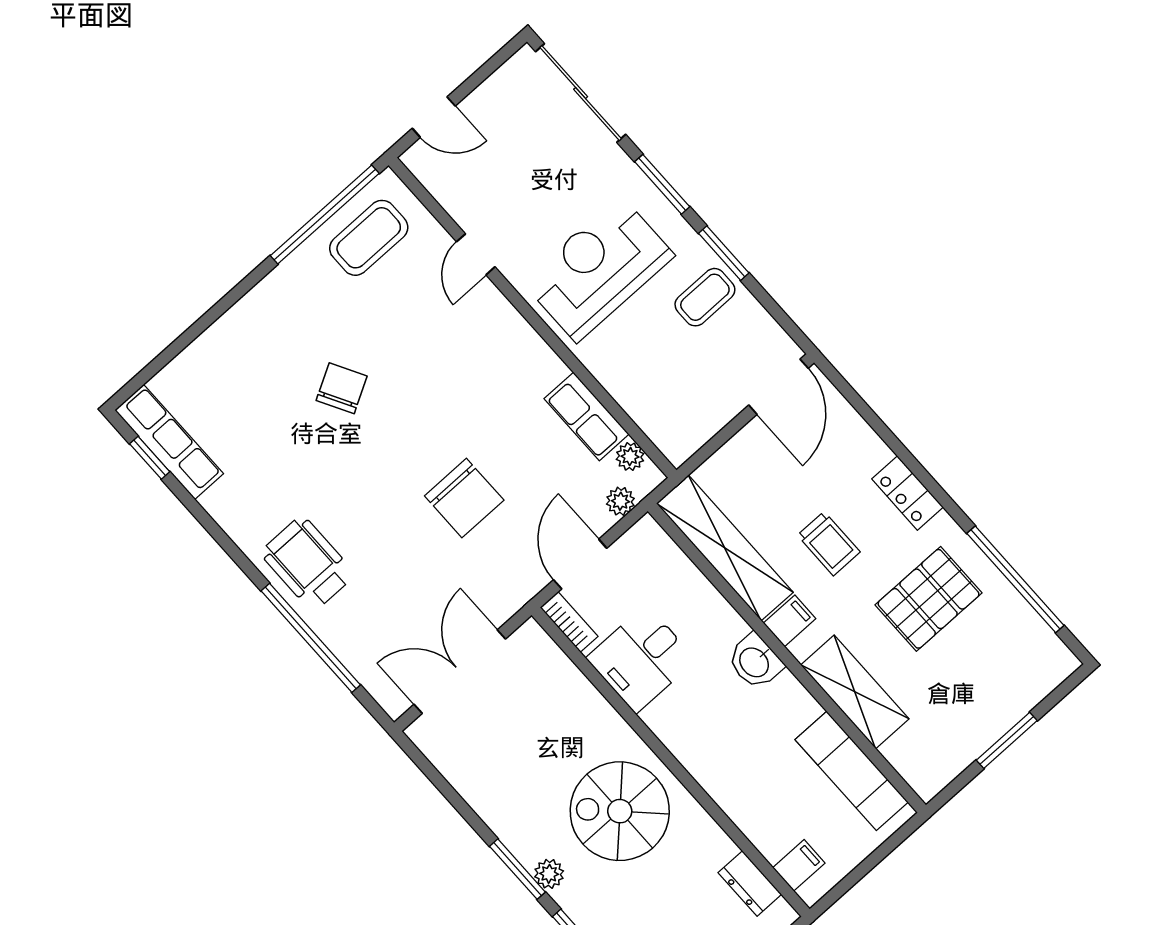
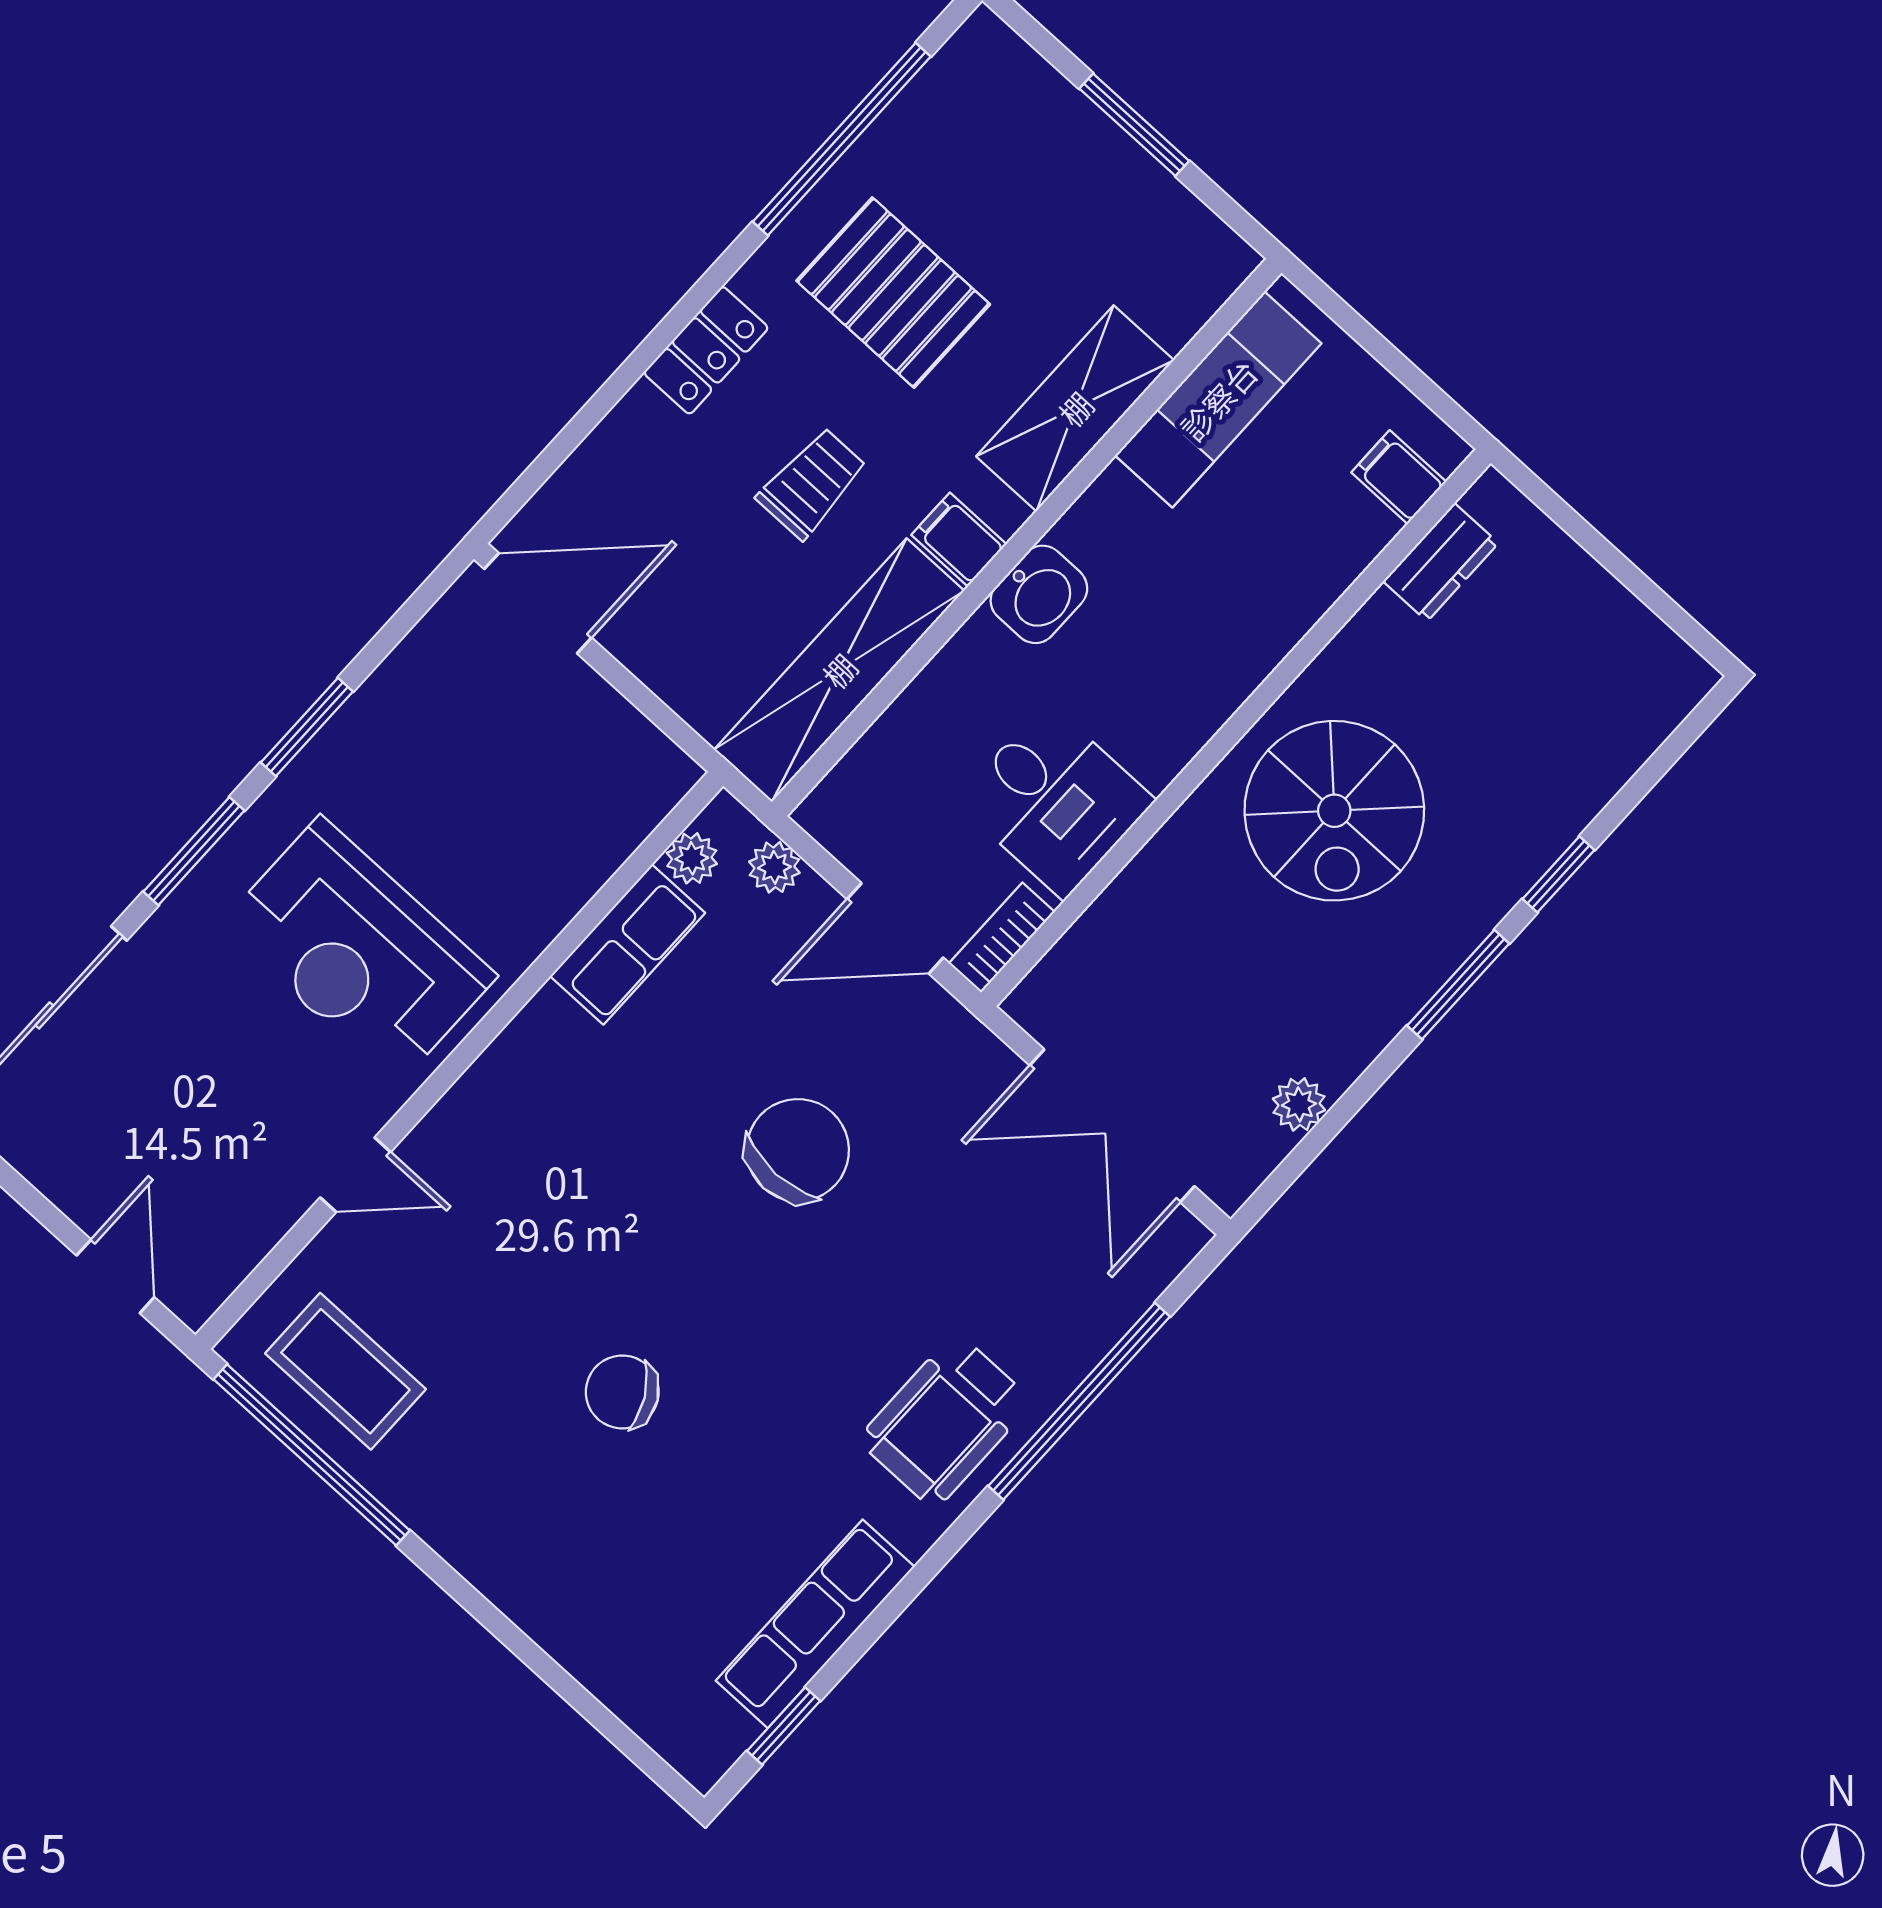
coffee table: (705, 297) -> (390, 753), removed
row of seats: (169, 442) -> (815, 1624), moved
plant: (549, 874) -> (1299, 1104), moved

